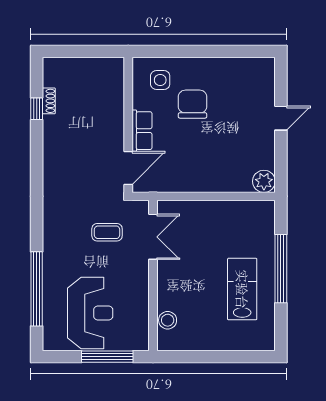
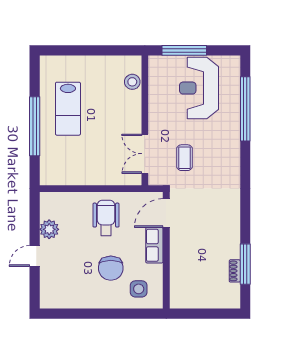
window: (37, 109) -> (245, 264), width x2.17
wheelchair: (198, 162) -> (106, 218), added
plant: (264, 181) -> (49, 229), moved
coffee table: (107, 232) -> (184, 158), turned 90

